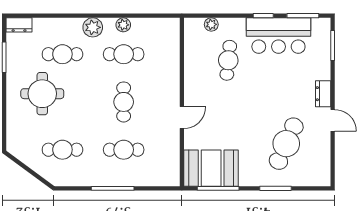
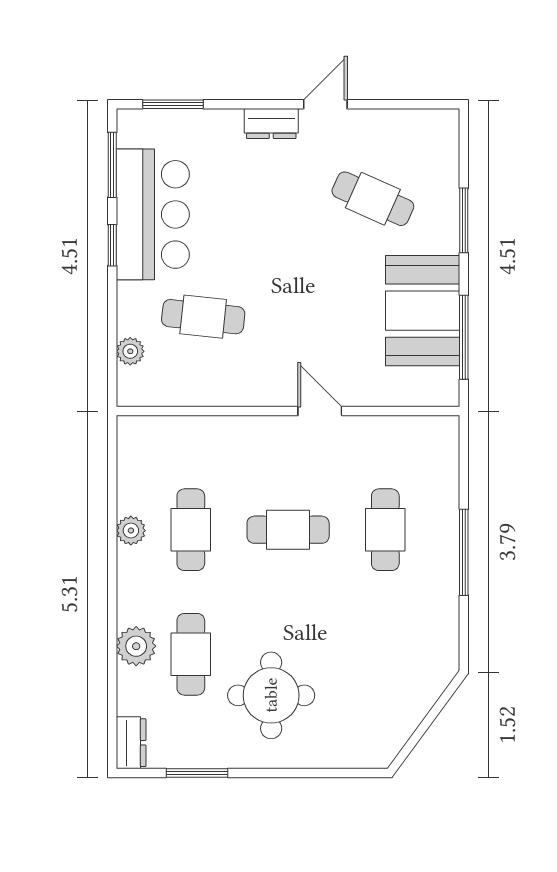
plant: (93, 27) -> (136, 646), moved
cafe table: (286, 144) -> (373, 199), width x0.73, depth x0.74
cafe table: (62, 150) -> (385, 654), removed
booth: (211, 168) -> (423, 311), moved

